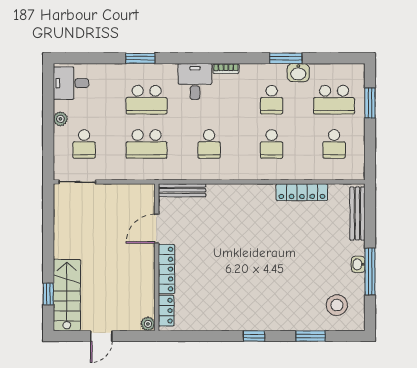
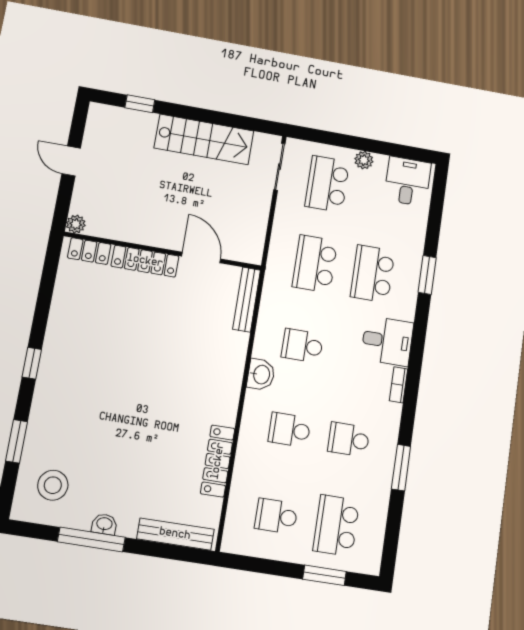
washbasin: (298, 73) -> (261, 374), moved, turned 180
school desk: (84, 144) -> (327, 184), width x1.85
stairs: (67, 295) -> (204, 139), moved

